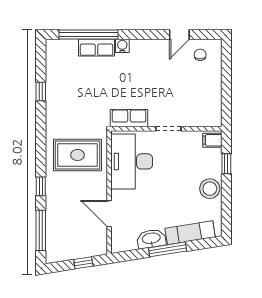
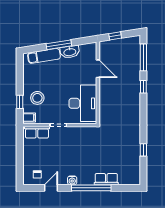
window: (89, 35) -> (91, 188), moved
water cooler: (122, 46) -> (72, 180), moved
row of seats: (129, 118) -> (37, 132), moved
rug: (78, 155) -> (119, 108), removed
stool: (210, 189) -> (37, 98), moved

